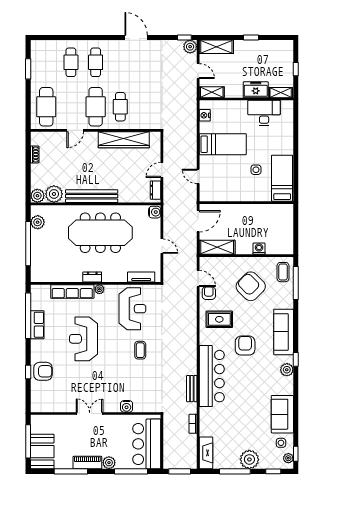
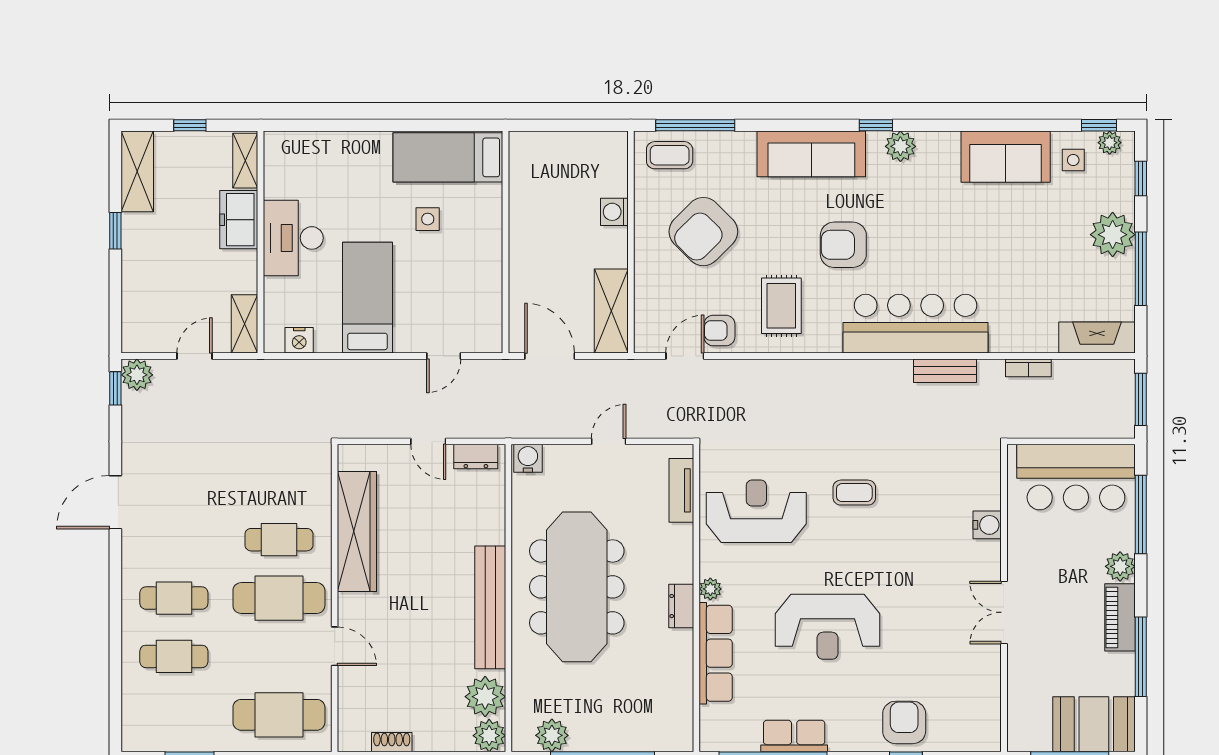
shelving: (216, 47) -> (137, 171), moved
desk: (264, 113) -> (293, 238), moved

